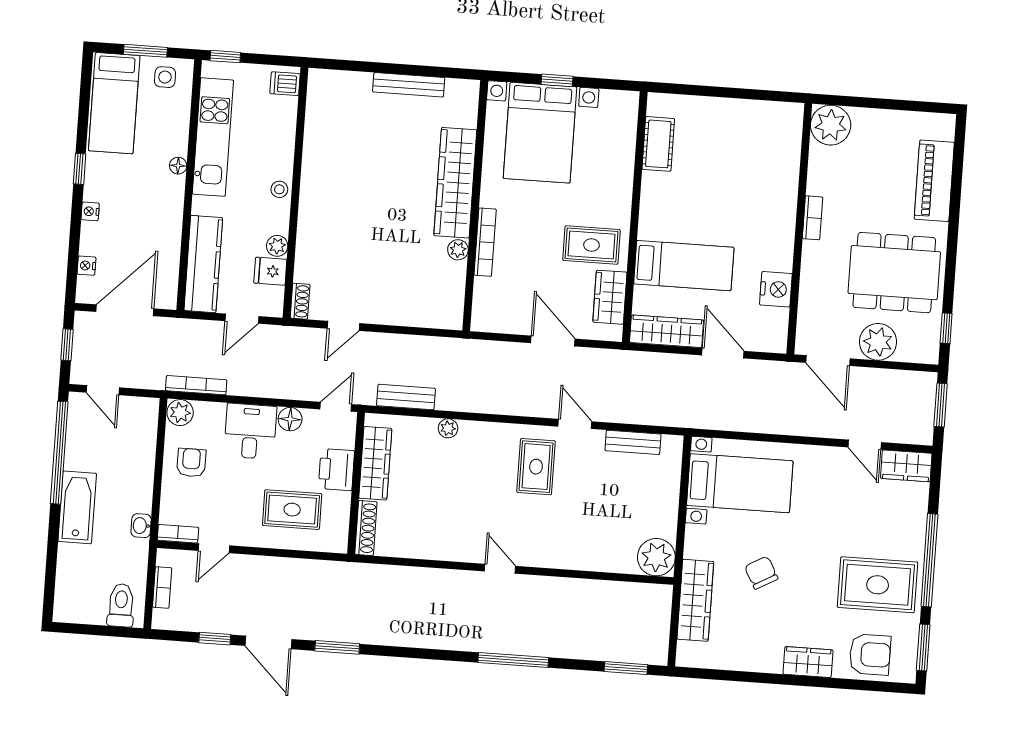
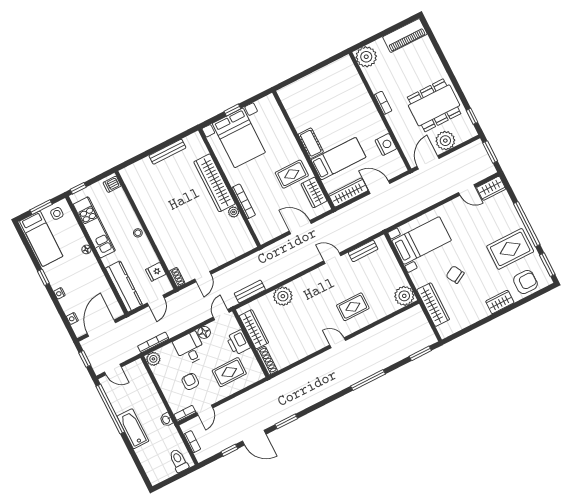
cot: (658, 144) -> (311, 143), moved
piano: (934, 181) -> (405, 35), moved, turned -90
plant: (277, 246) -> (152, 259), removed
door: (828, 361) -> (428, 162), swing flipped
plant: (448, 428) -> (283, 296), width x1.88, depth x1.88
armchair: (191, 463) -> (190, 381), moved
rug: (536, 467) -> (353, 307), moved, turned 90

